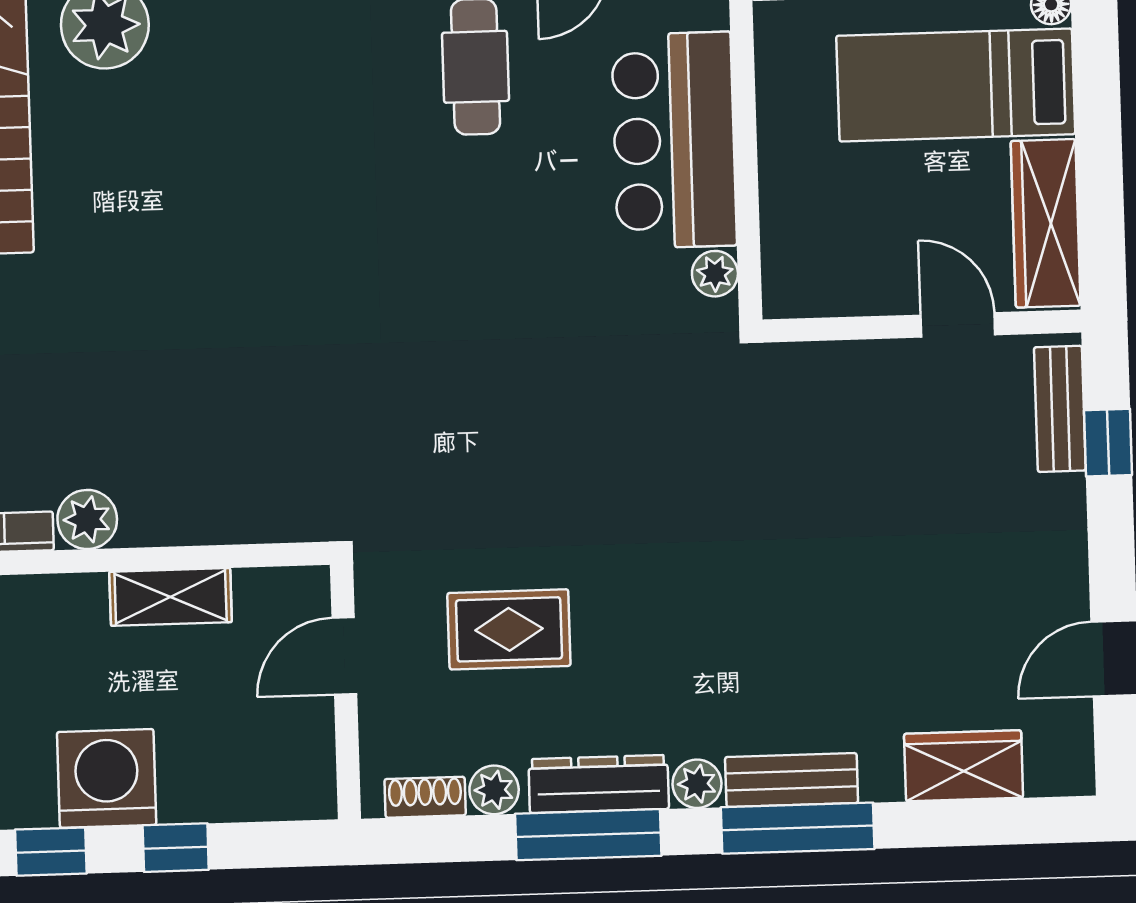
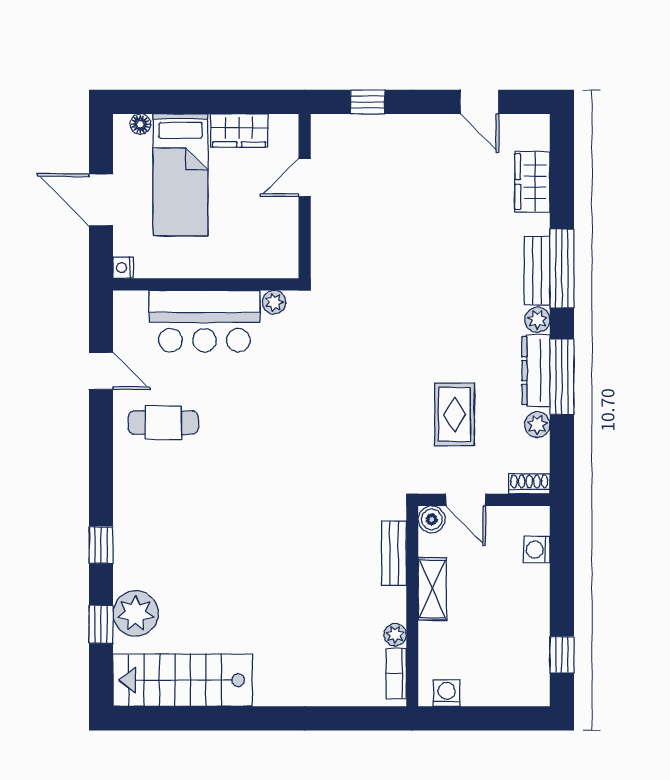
wardrobe: (1046, 223) -> (239, 131), width x0.67
bench: (1060, 409) -> (394, 553), moved, turned 90
plant: (87, 519) -> (395, 635), width x0.73, depth x0.73
boiler: (305, 592) -> (432, 519), added
washing machine: (107, 778) -> (537, 550), moved, width x0.53, depth x0.53
shoe rack: (425, 797) -> (529, 484), moved, turned 90
window: (176, 848) -> (562, 590), removed

